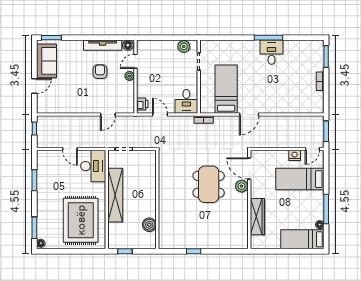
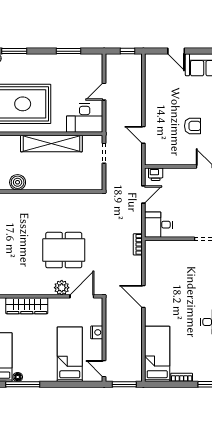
plant: (129, 76) -> (188, 160), removed
bed: (226, 89) -> (157, 354), moved, turned -90
nightstand: (295, 155) -> (97, 332), moved
window: (326, 209) -> (23, 384), moved

